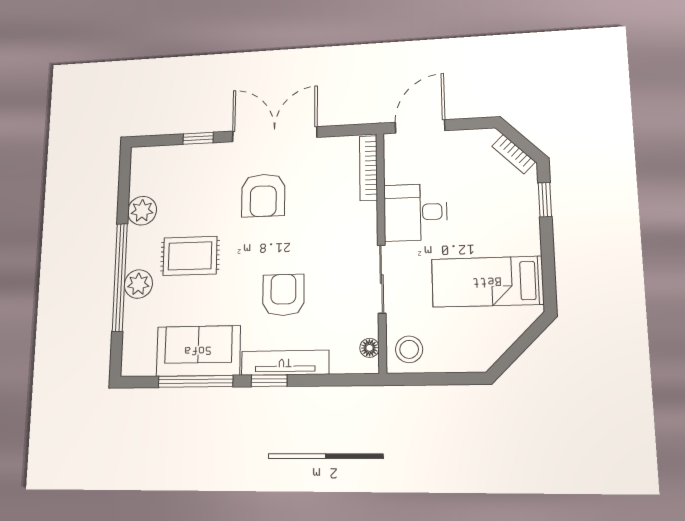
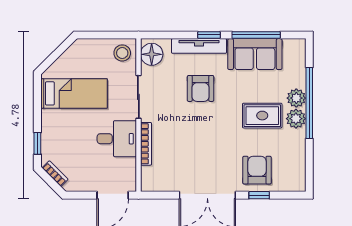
bookcase: (368, 168) -> (146, 144), moved
armchair: (263, 195) -> (257, 170), moved
plant: (142, 211) -> (296, 119), moved
floor lamp: (369, 348) -> (152, 54), width x1.89, depth x1.89

